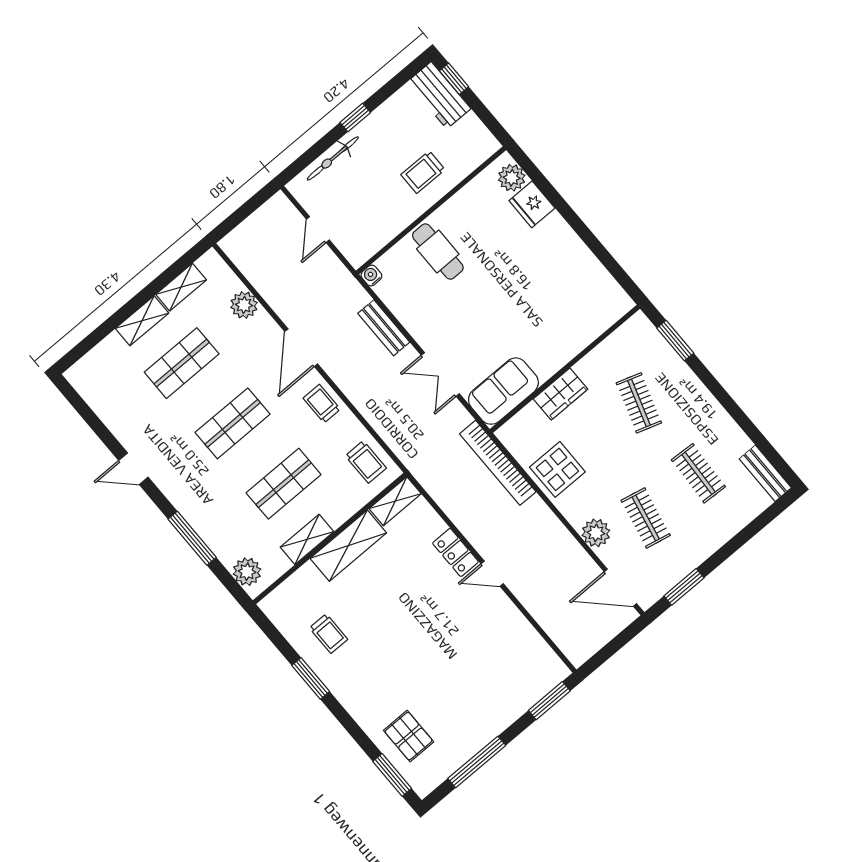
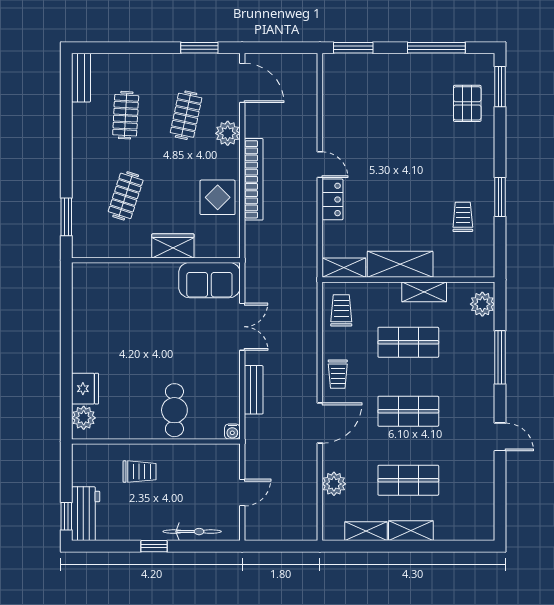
bookcase: (498, 463) -> (254, 179), moved

